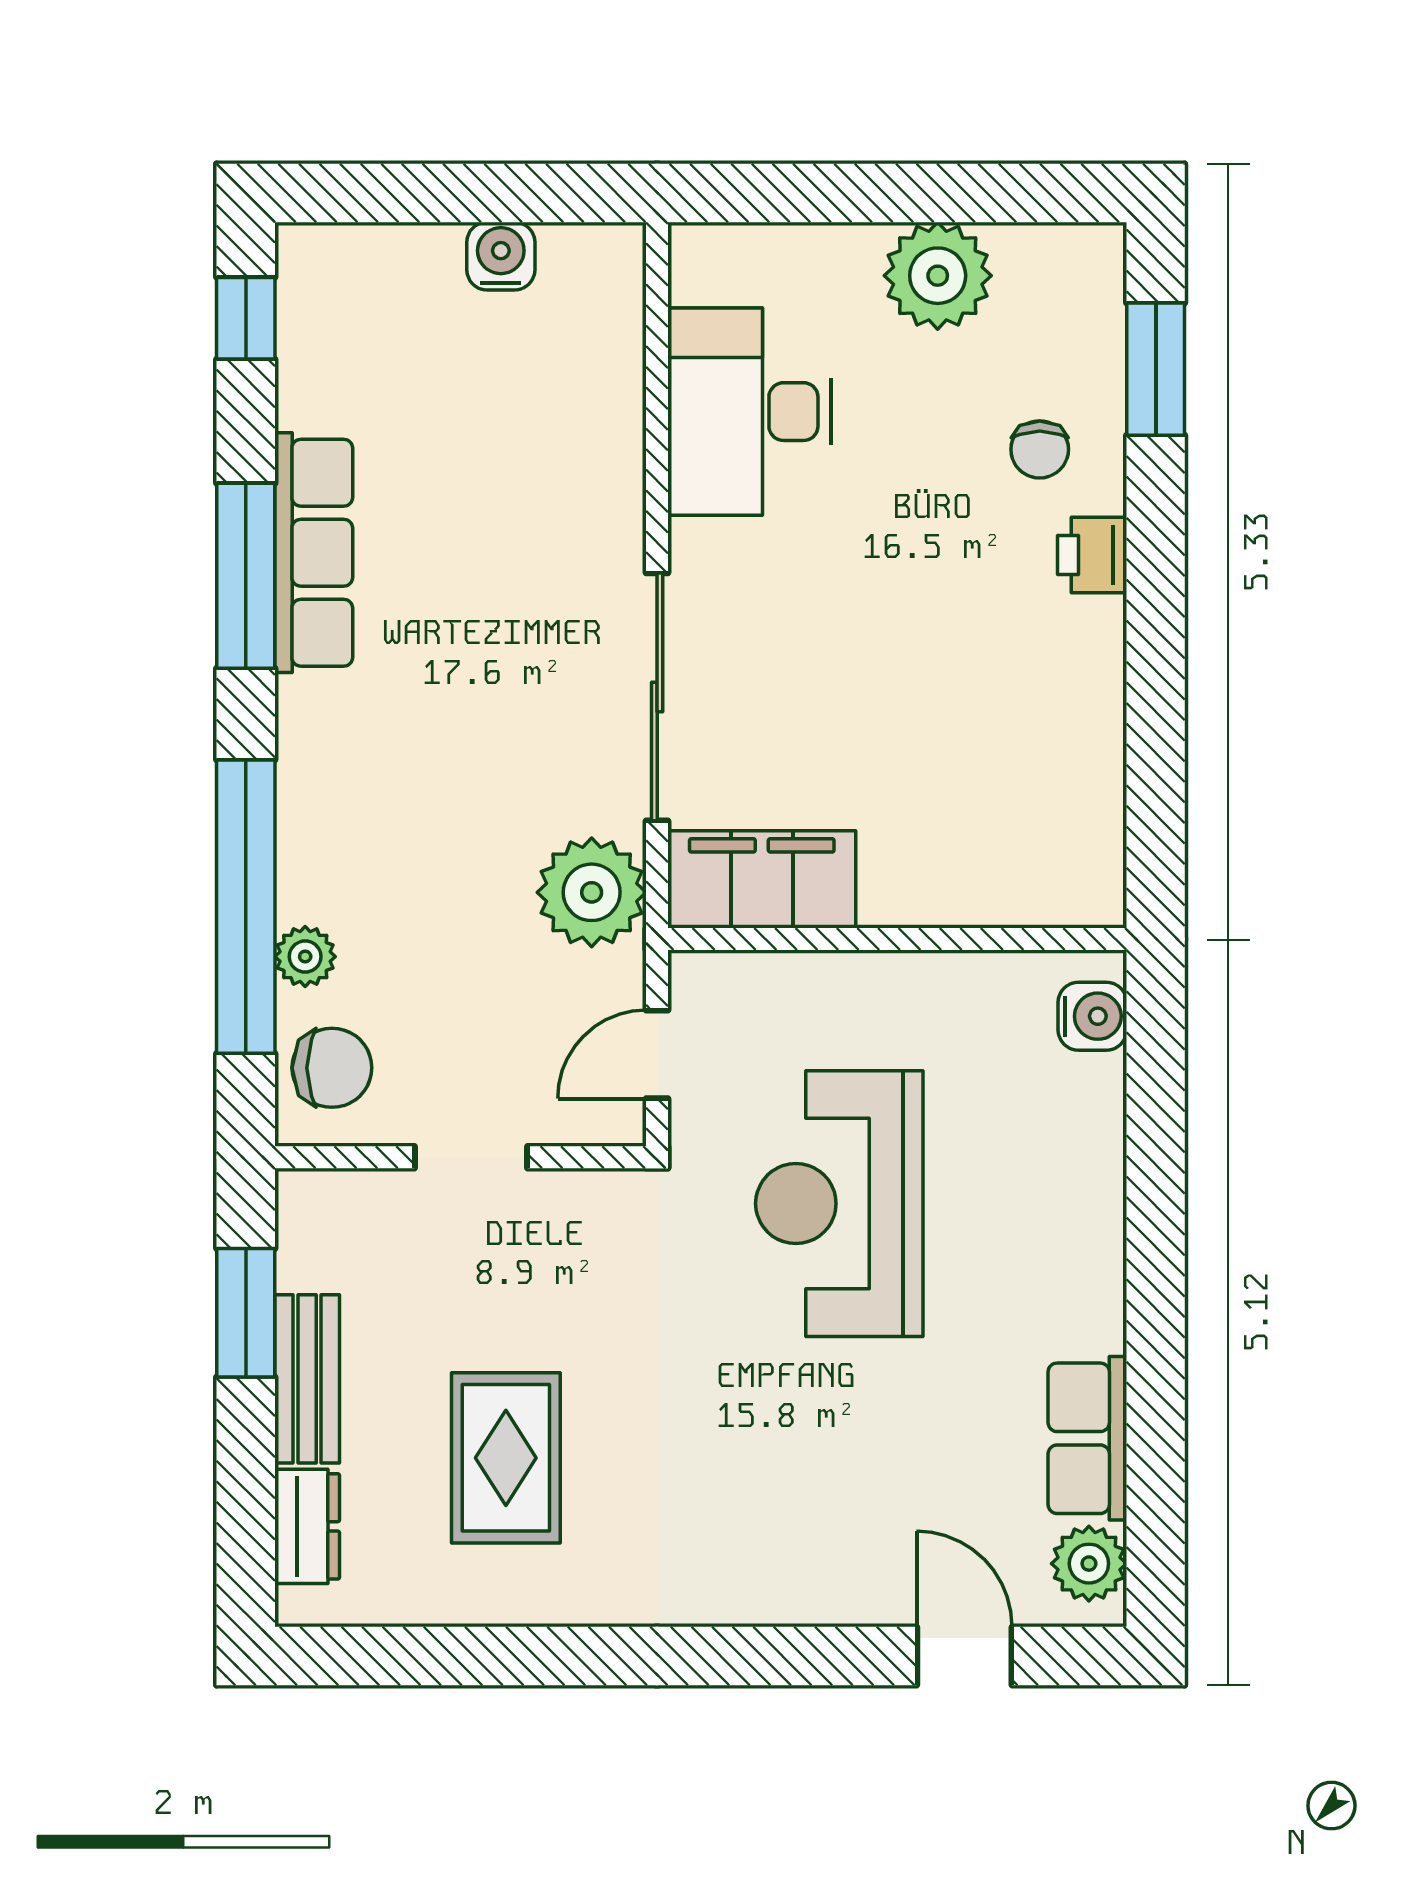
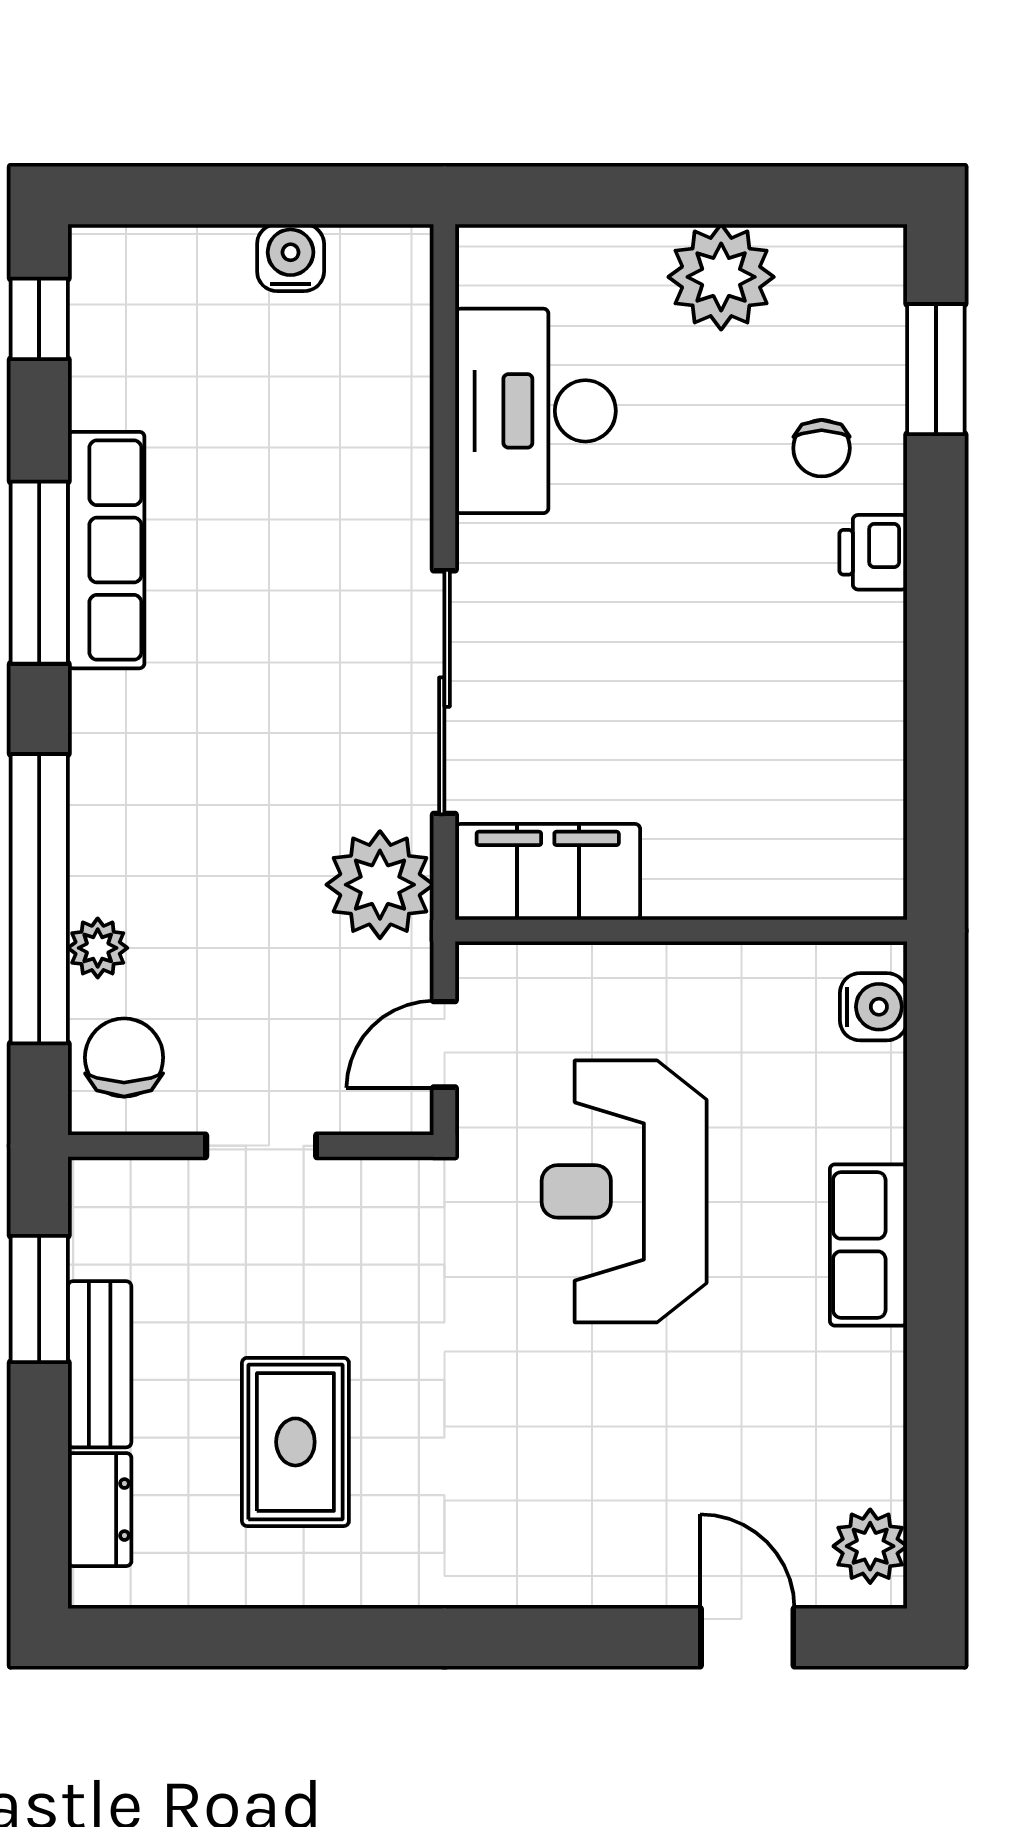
chair: (332, 1068) -> (124, 1058), turned -90
row of seats: (1087, 1438) -> (869, 1245), moved

